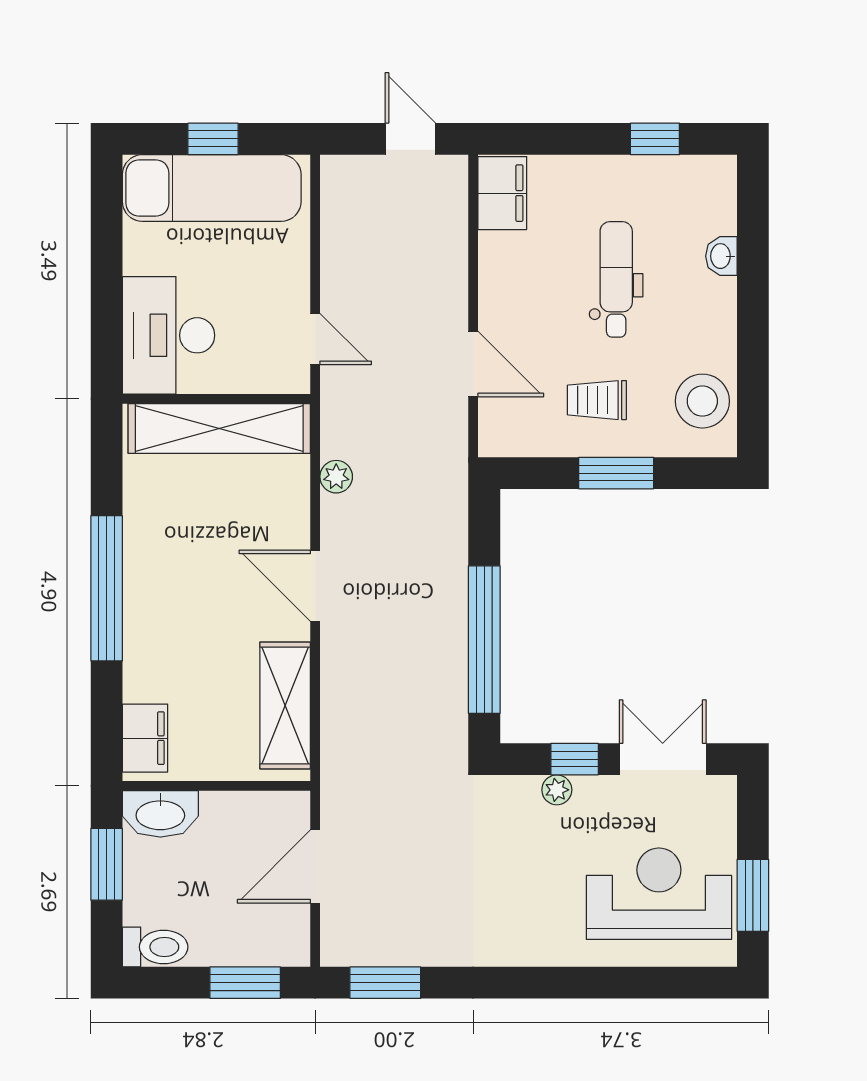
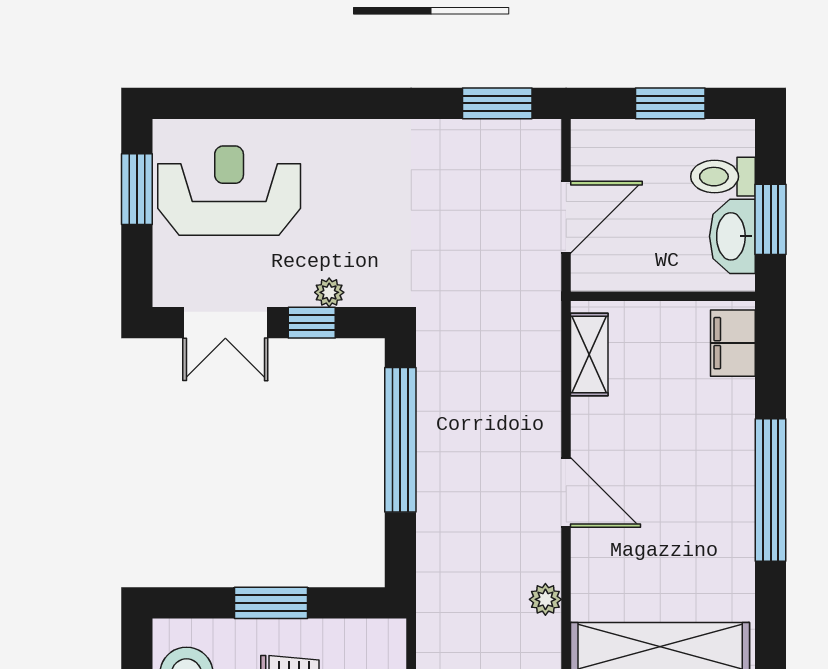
shelving: (285, 705) -> (589, 354), width x0.67, depth x0.75
washbasin: (160, 814) -> (732, 236), moved, turned -90
reception desk: (659, 894) -> (229, 191), turned 180
toilet: (155, 947) -> (723, 177), moved
window: (245, 983) -> (670, 103), moved

